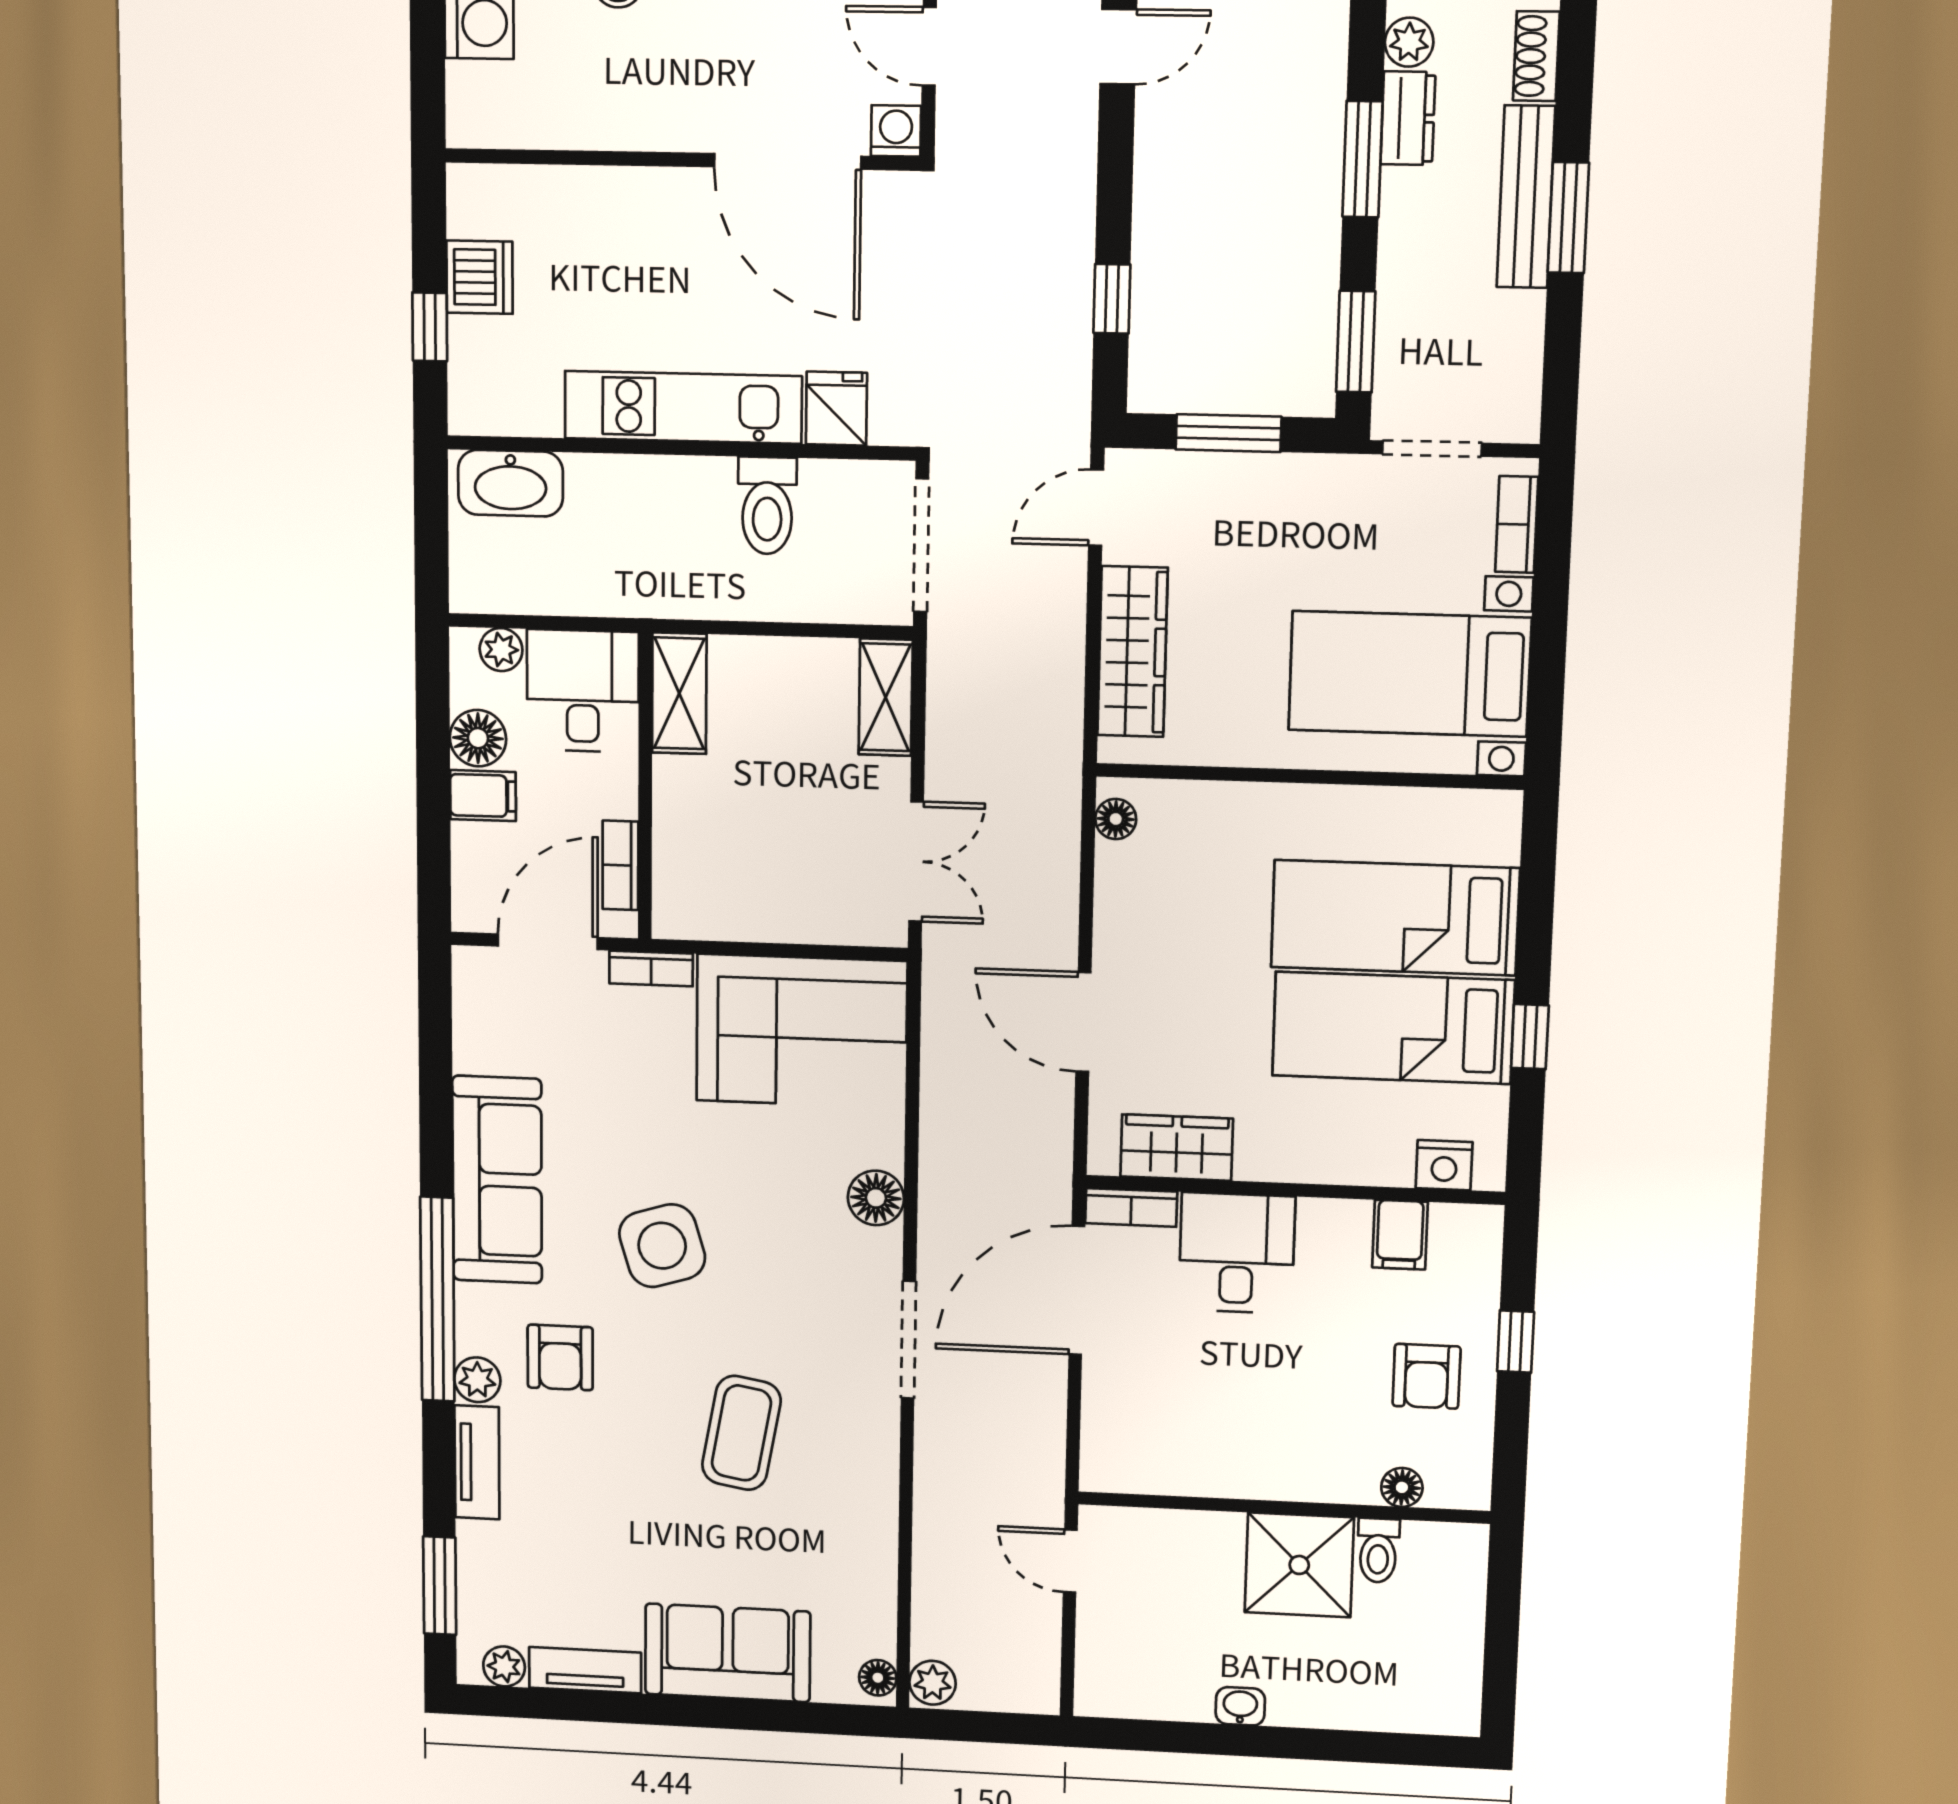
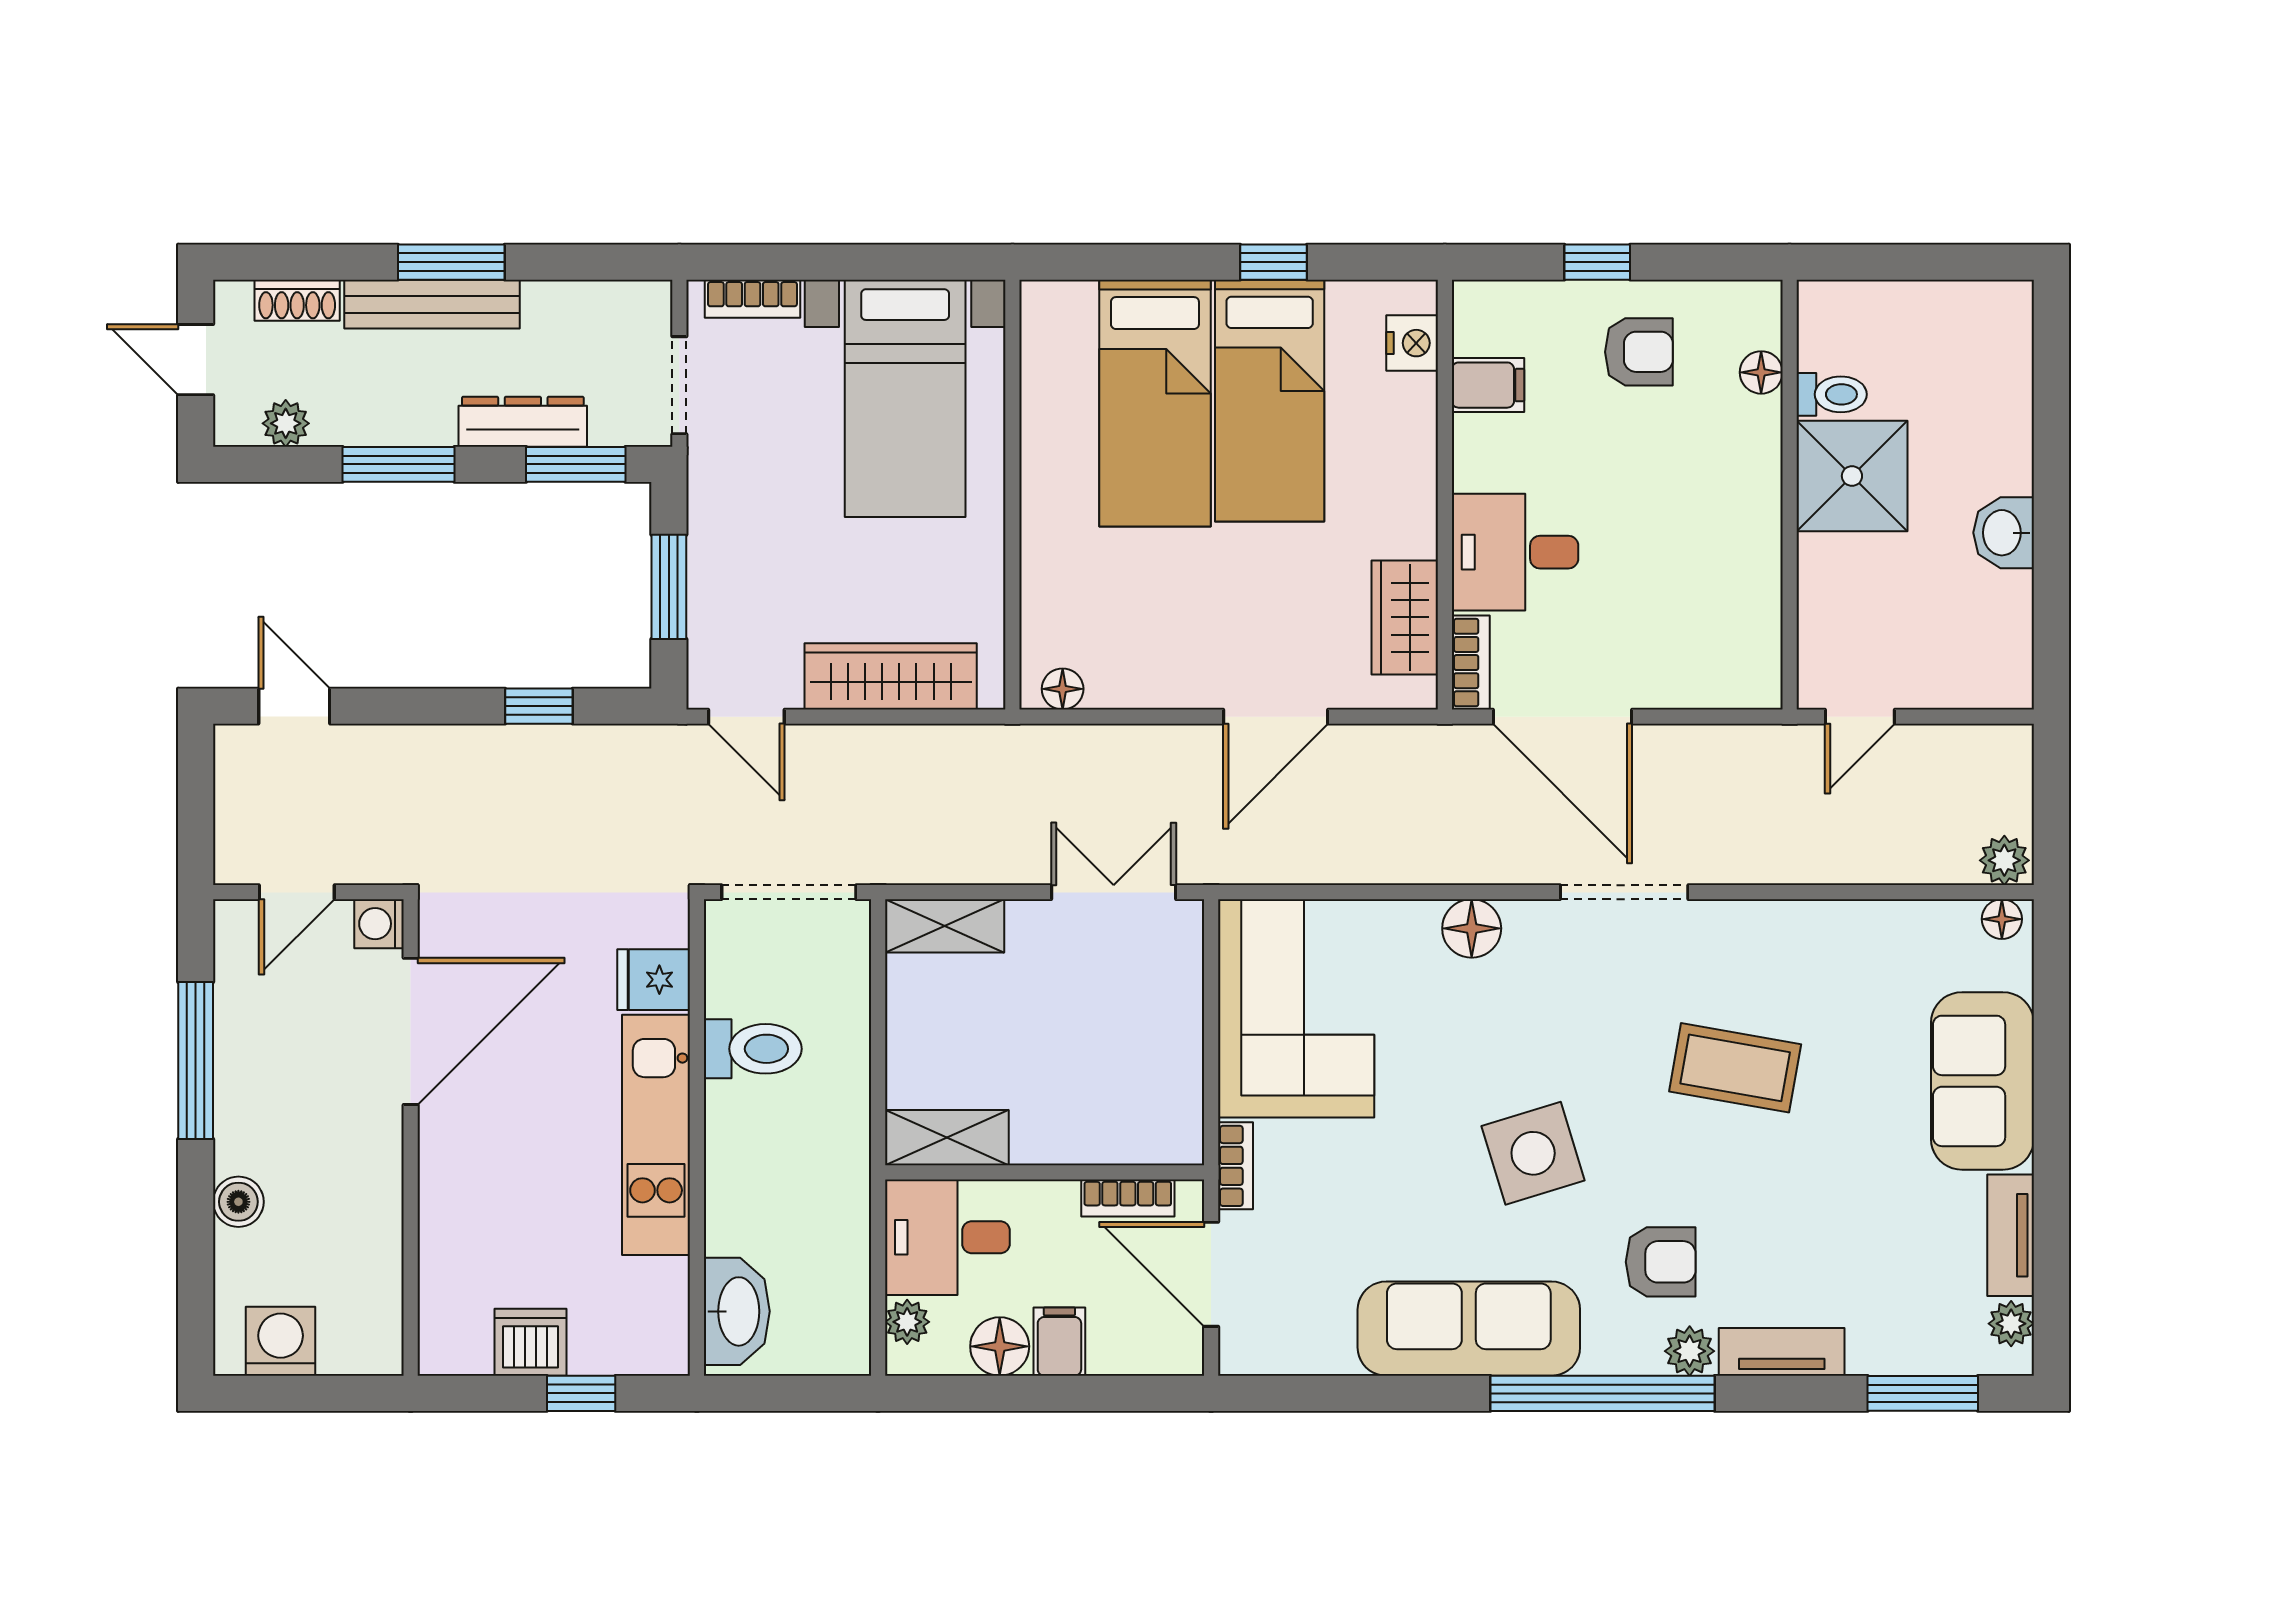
dresser: (1408, 118) -> (523, 422), moved, width x1.44
washbasin: (1240, 1706) -> (2004, 533), width x1.38, depth x1.45

